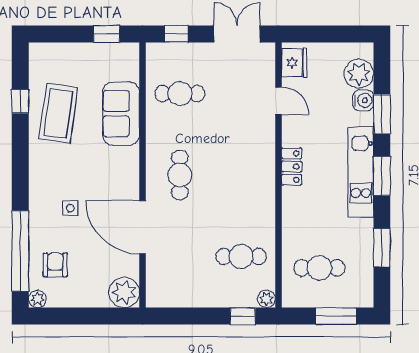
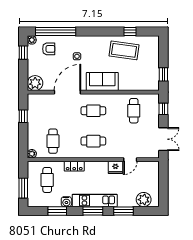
fridge: (294, 63) -> (115, 167), moved
water cooler: (363, 100) -> (66, 202), moved
sofa: (121, 114) -> (102, 81), moved
locker: (292, 167) -> (74, 166), moved
cafe table: (241, 175) -> (93, 141), added
window: (63, 316) -> (23, 53), added
window: (243, 316) -> (23, 116), moved

